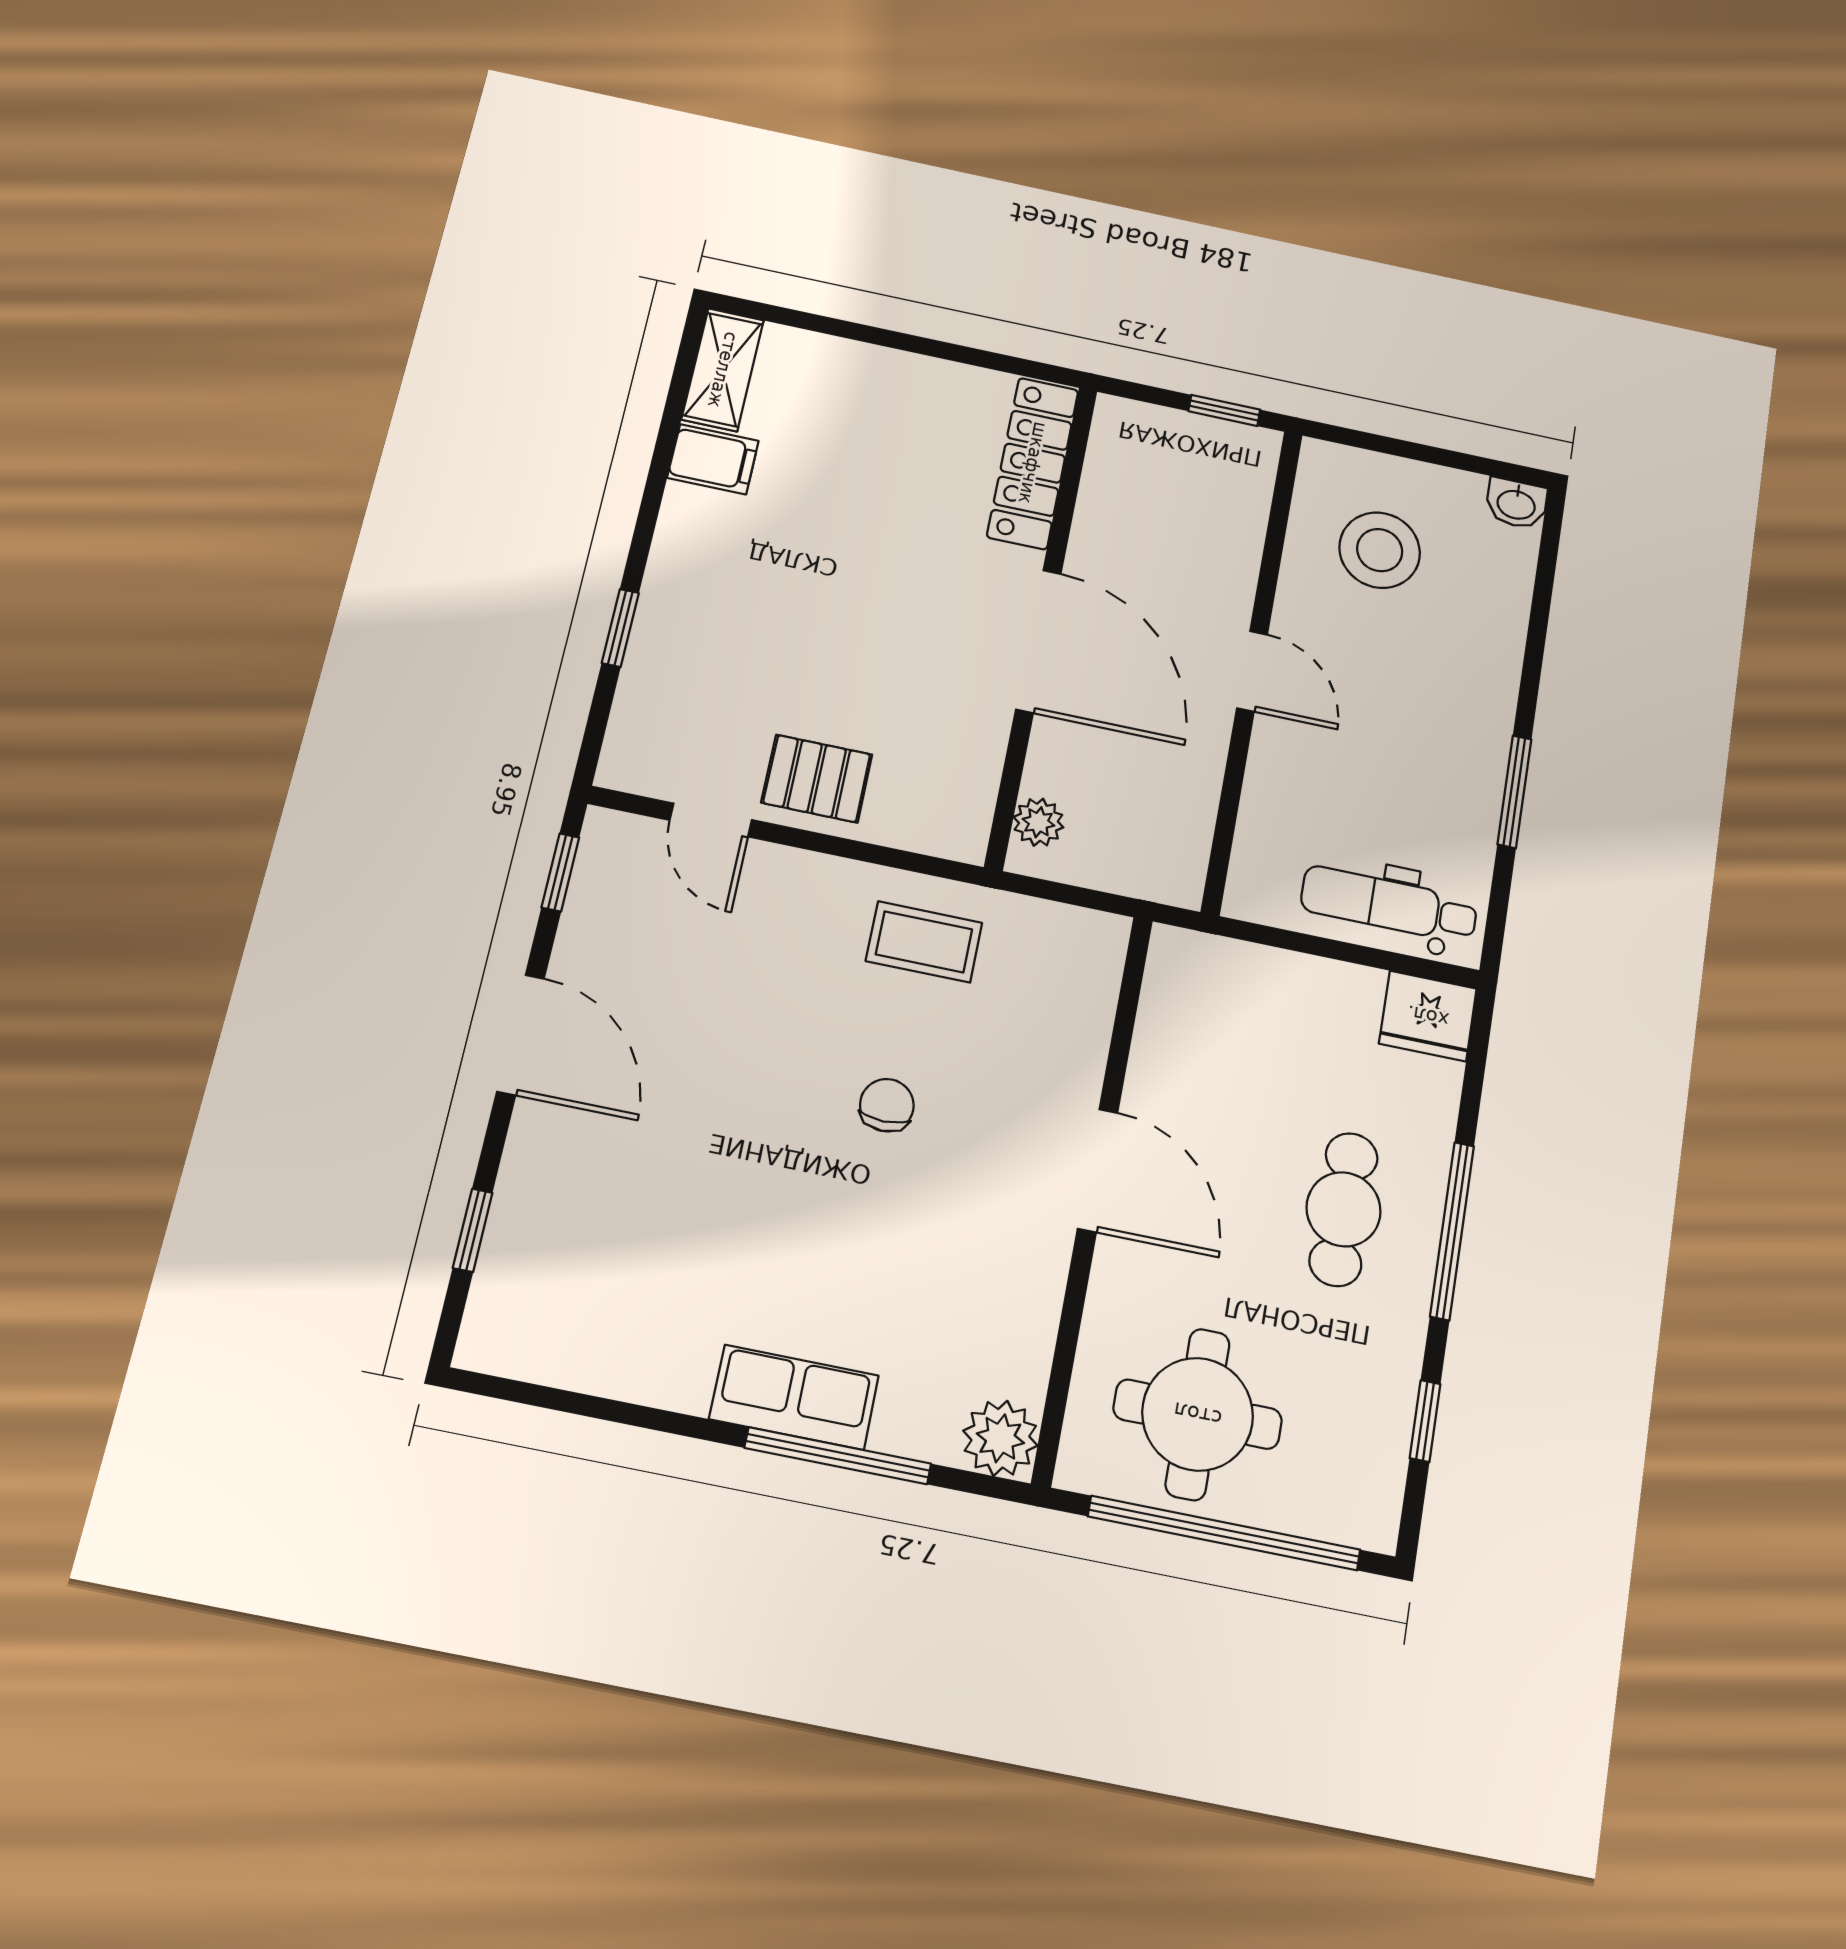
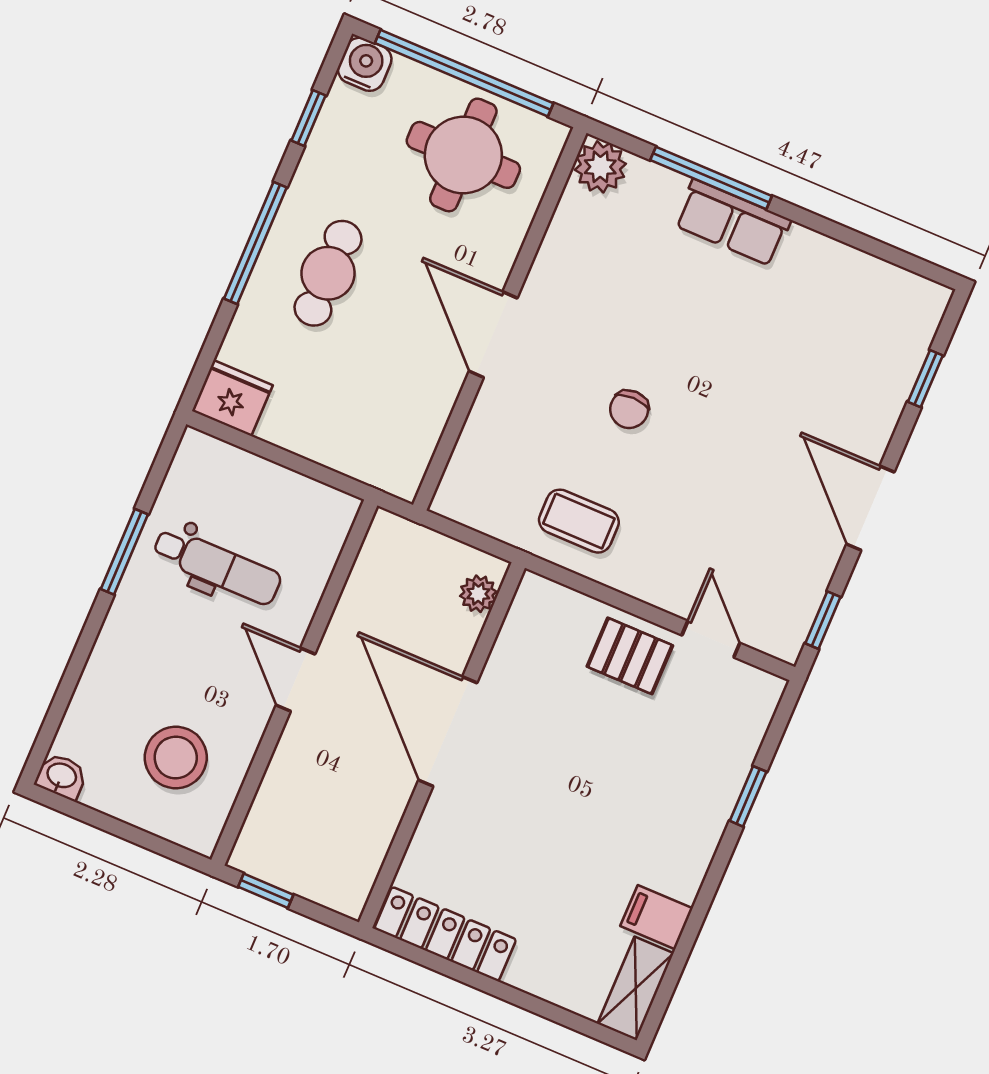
locker: (1033, 463) -> (445, 934), moved, turned -90
dental chair: (1389, 905) -> (217, 566), moved
water cooler: (1367, 1515) -> (365, 64), added

